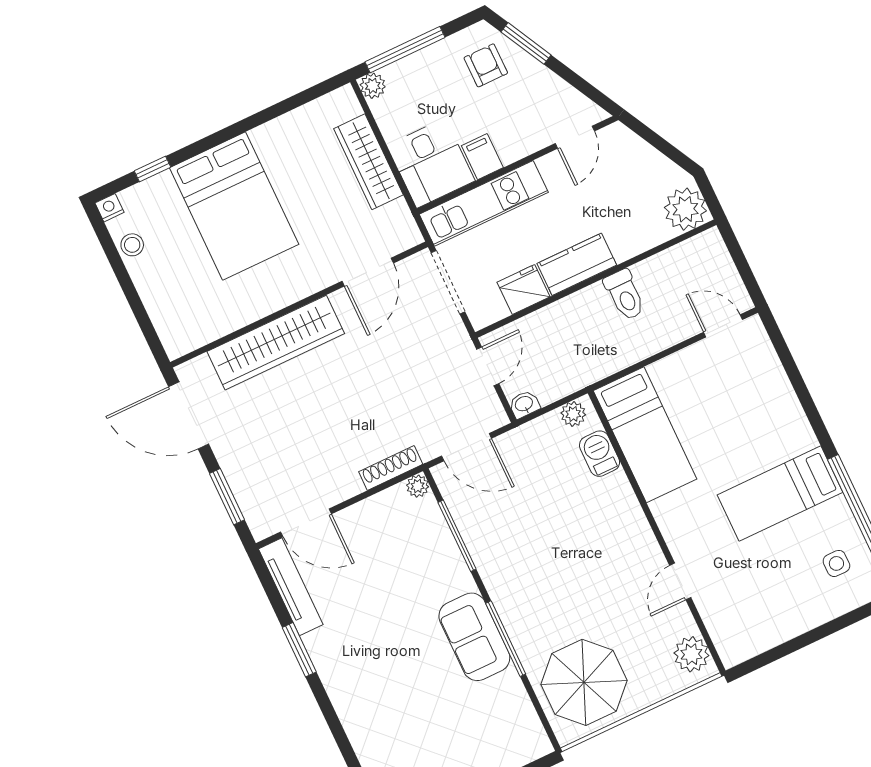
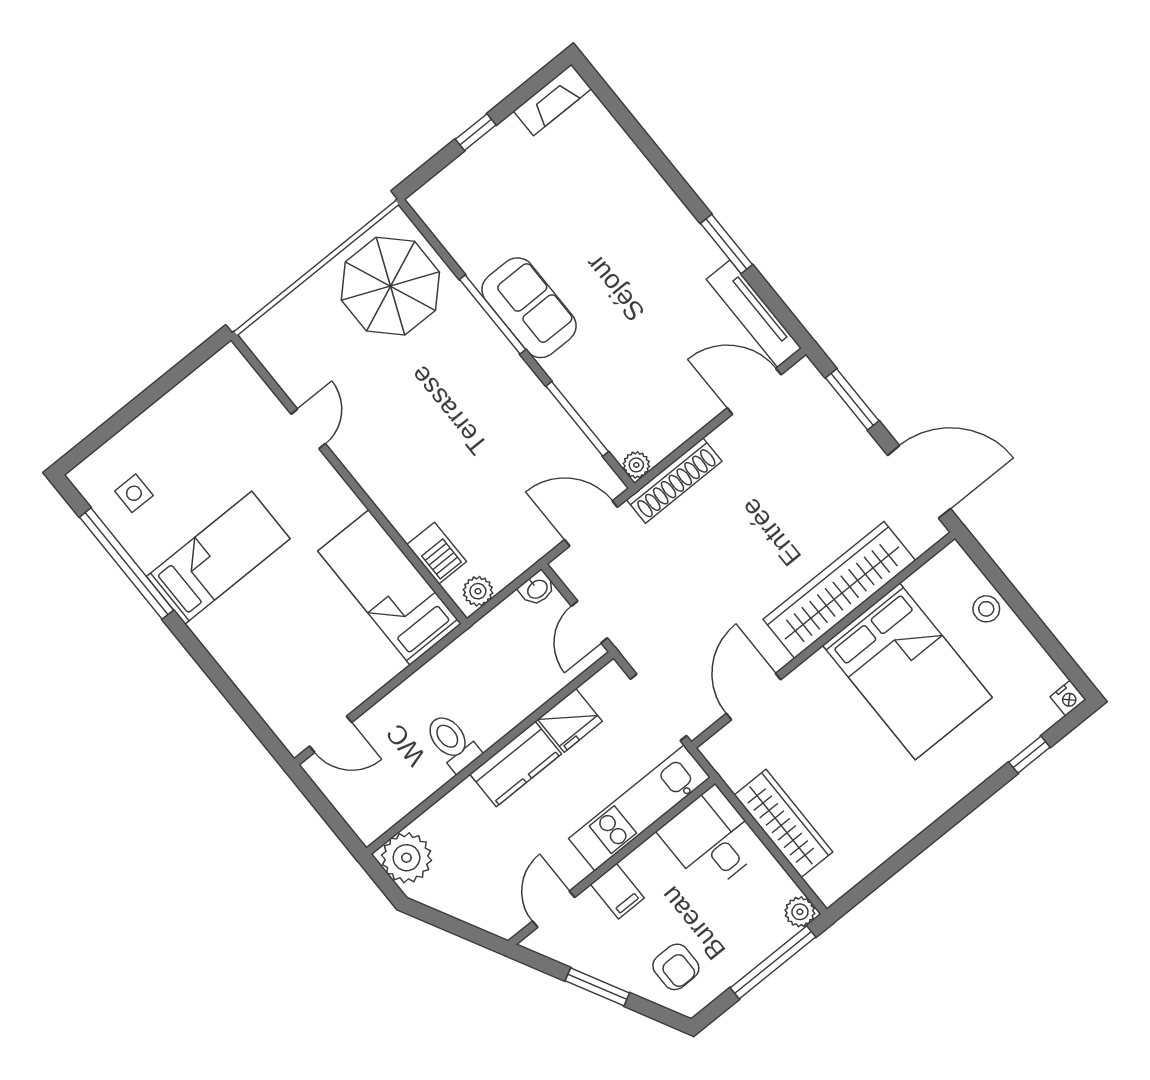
window: (526, 43) -> (597, 987), moved
filing cabinet: (482, 157) -> (617, 891), moved
bed: (234, 206) -> (907, 671), moved, turned 180
stool: (132, 245) -> (986, 609), moved
shoe rack: (391, 468) -> (674, 480), width x1.36, depth x1.24
plant: (691, 654) -> (275, 348), removed

